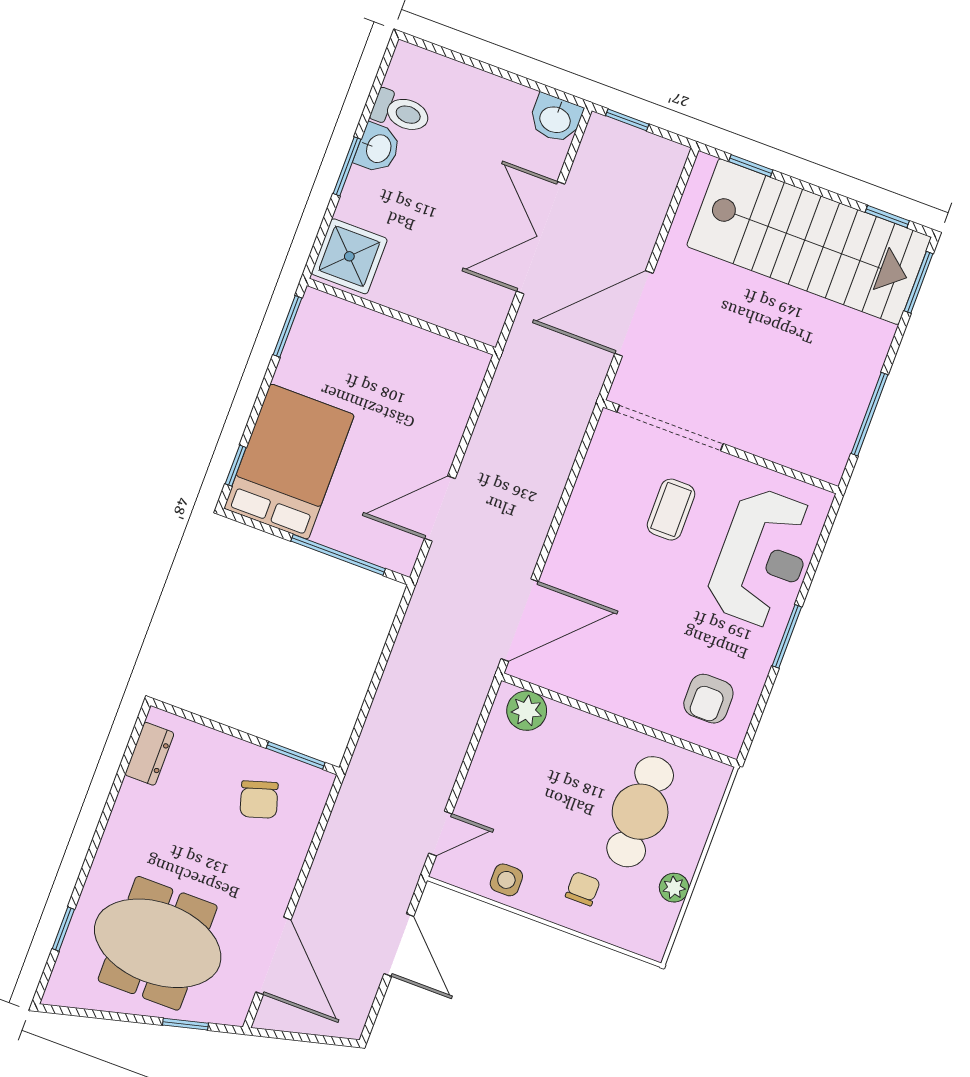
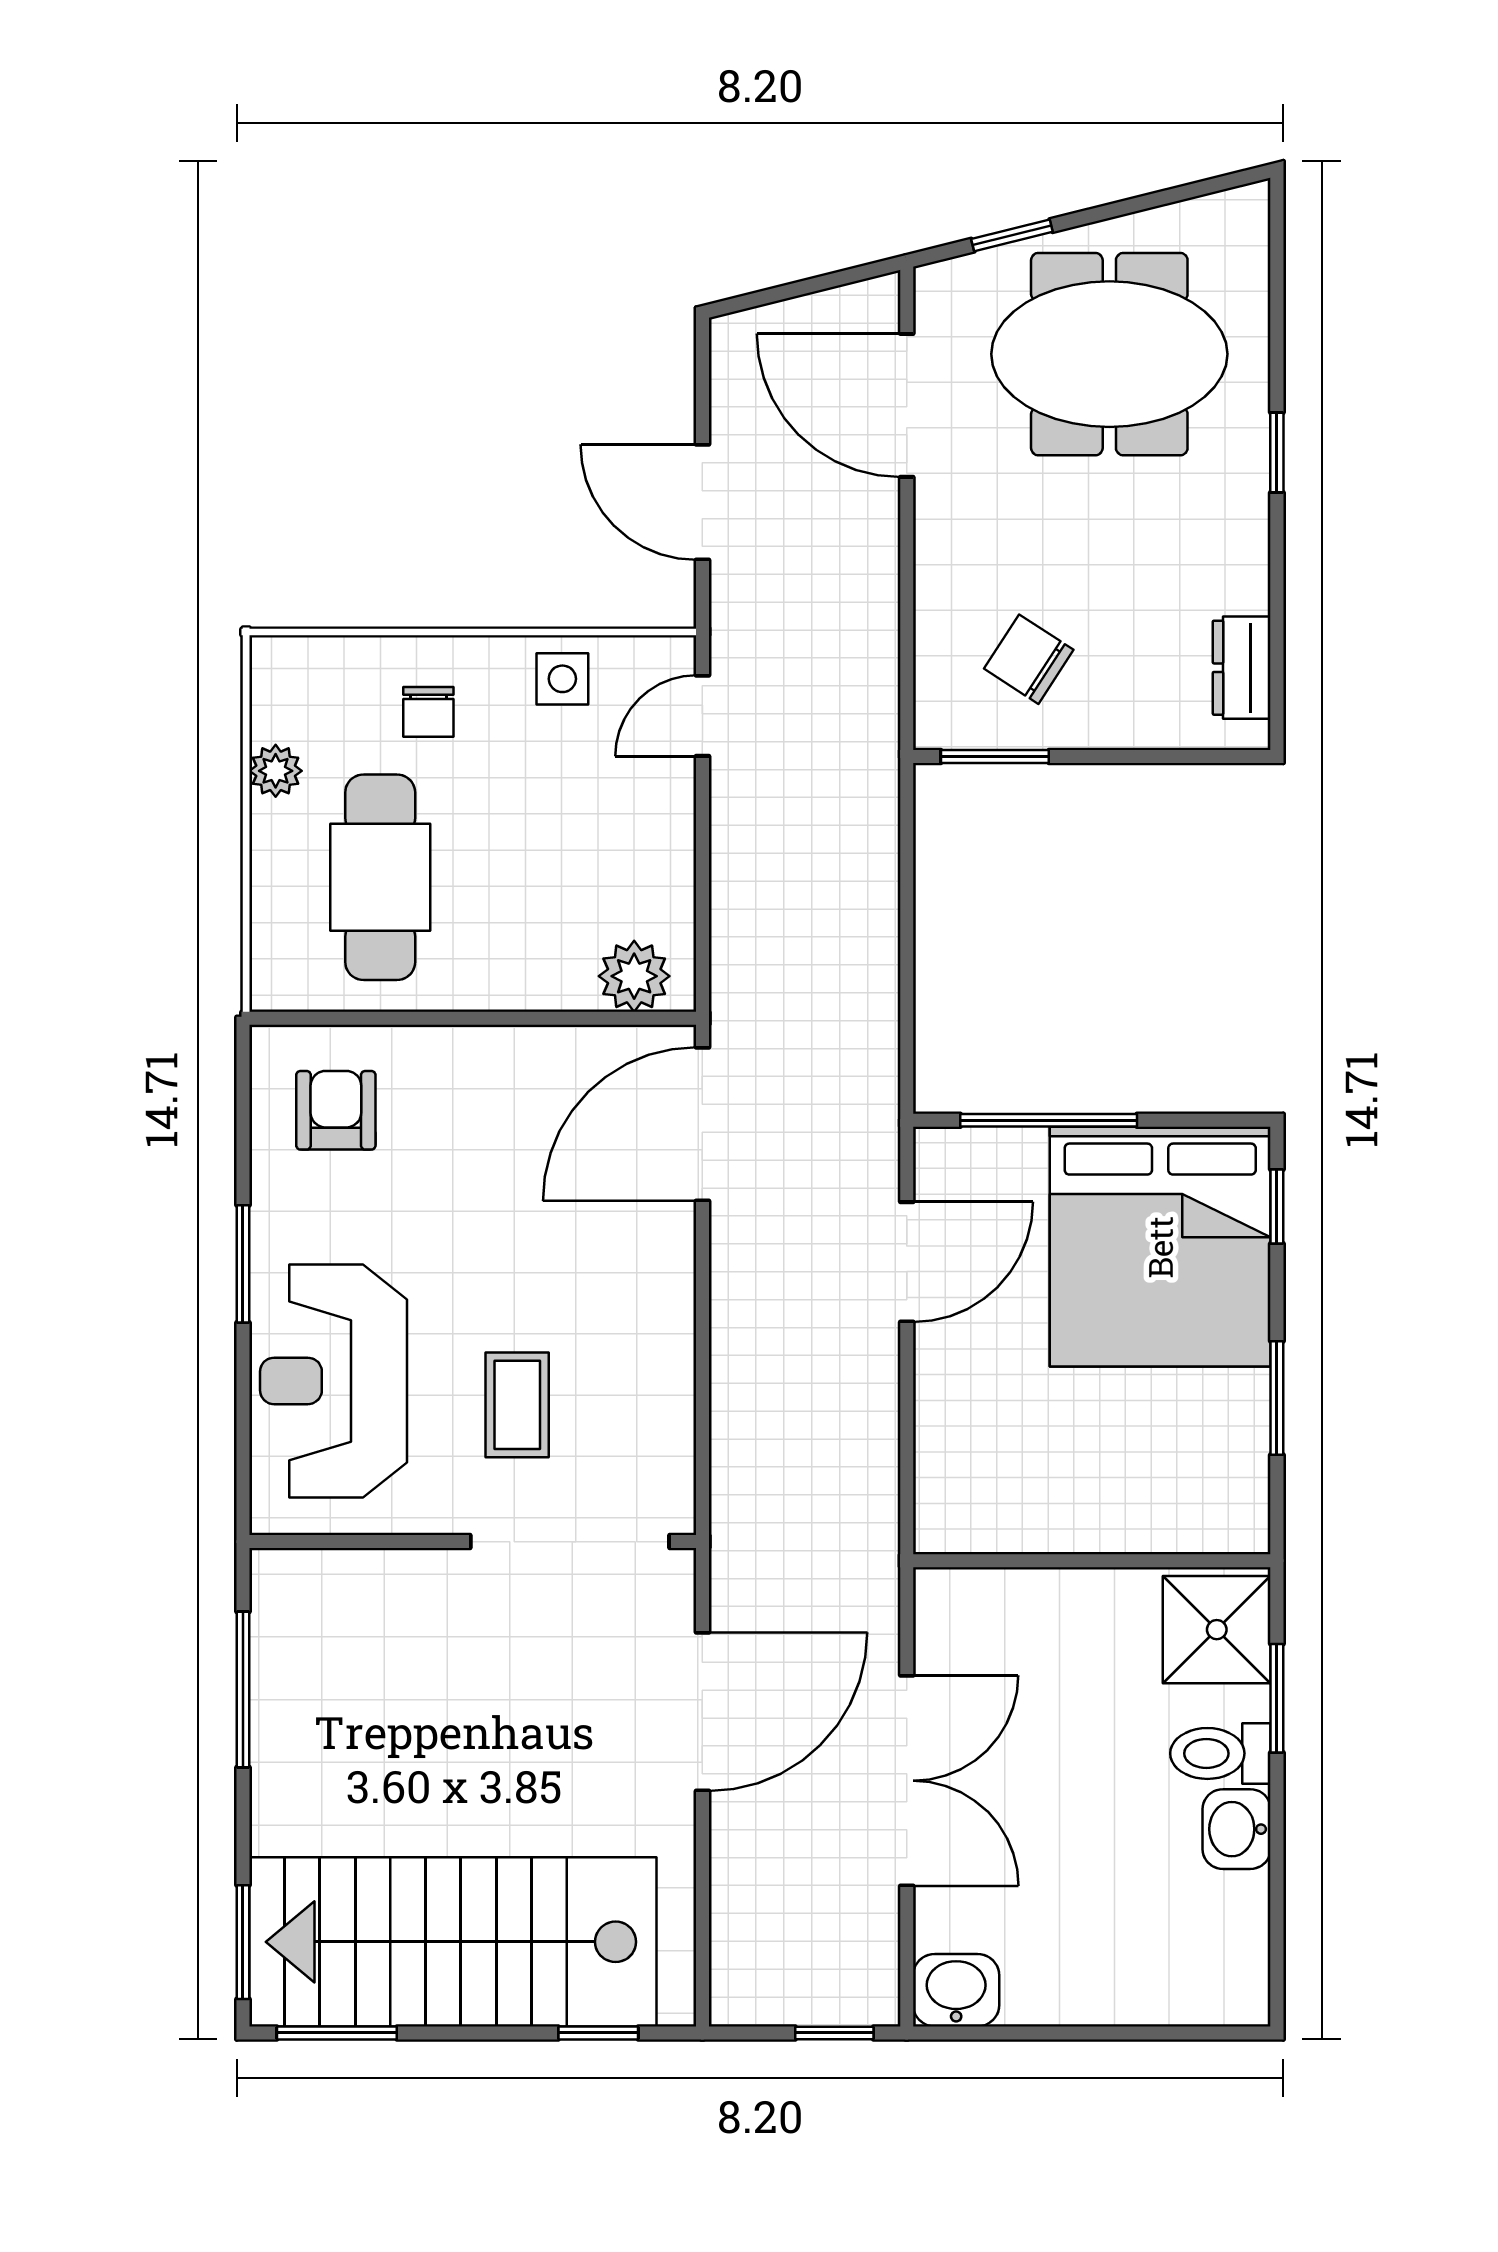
toilet: (401, 112) -> (1220, 1753), moved
window: (347, 166) -> (1277, 1698), moved
window: (887, 217) -> (337, 2033), width x1.50
window: (288, 326) -> (1277, 1398), moved
bed: (289, 462) -> (1160, 1247), width x1.36
chair: (259, 800) -> (1029, 659), turned -40
window: (63, 929) -> (1277, 452), moved

